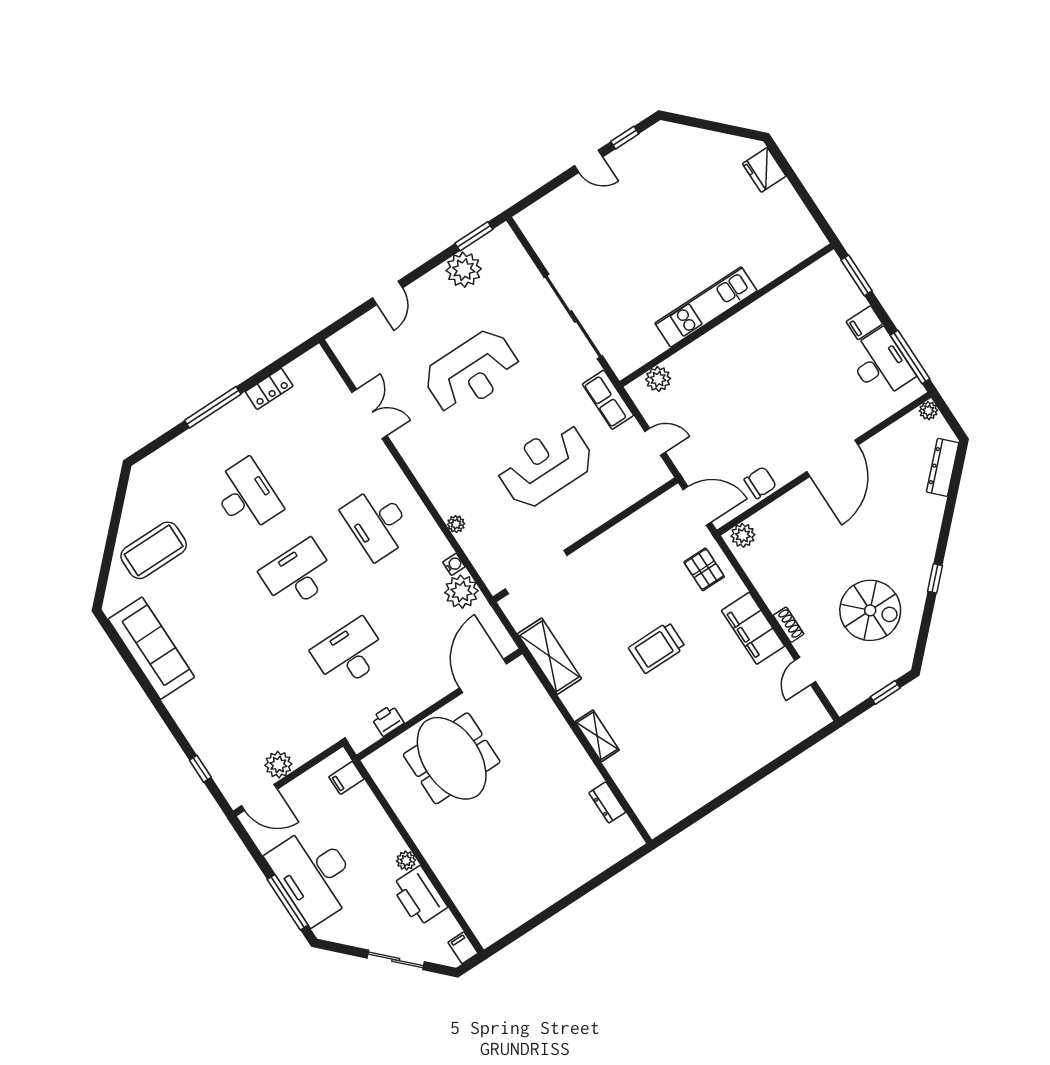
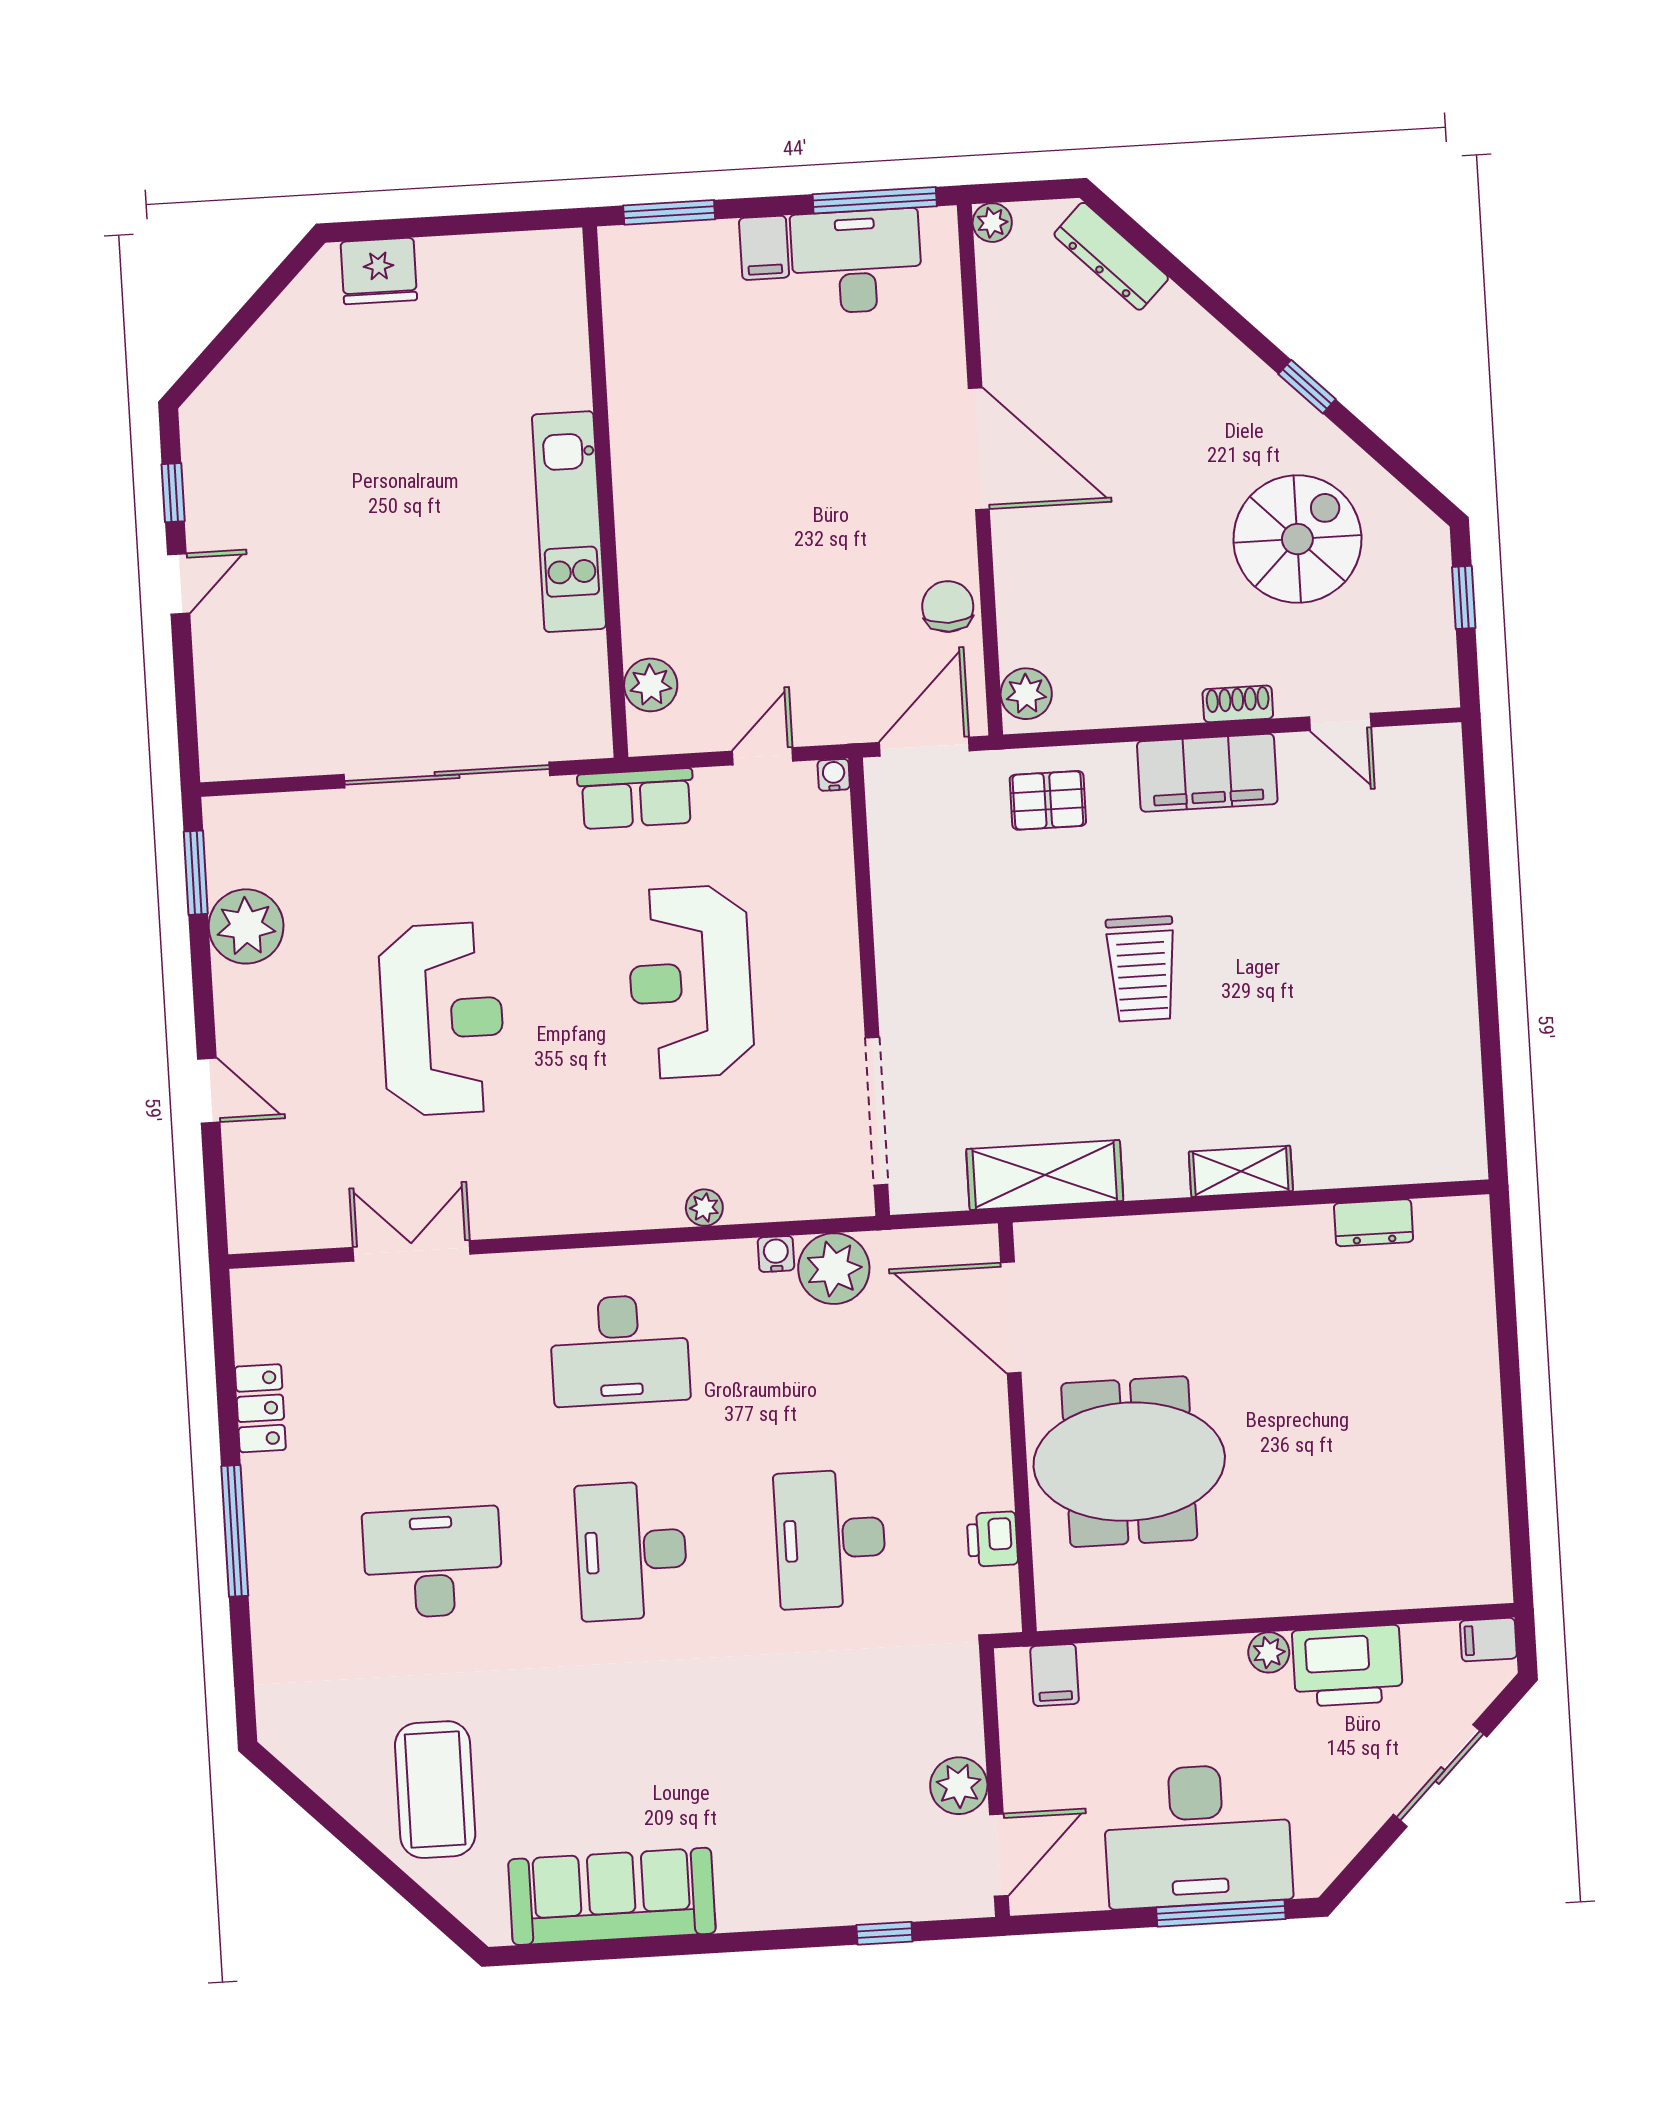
water cooler: (664, 475) -> (834, 775), added

